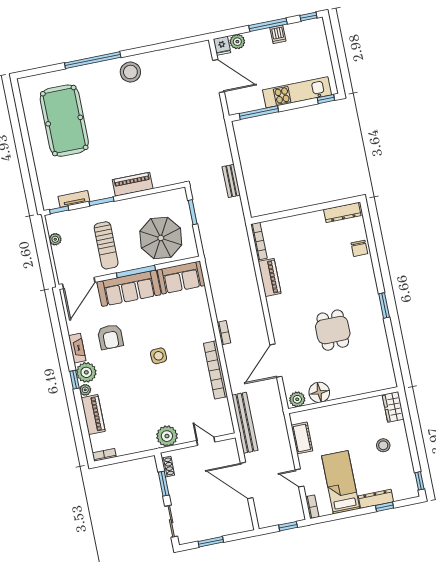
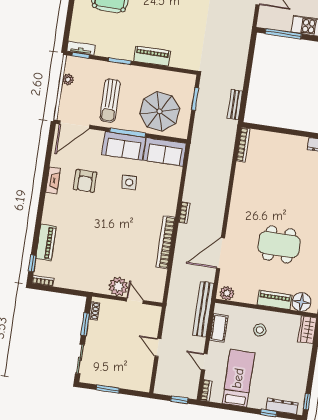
bench: (231, 181) -> (235, 105), moved
tv unit: (74, 199) -> (81, 48), moved
piano: (270, 277) -> (274, 300), moved, turned -90
sofa: (129, 288) -> (124, 146), width x0.73
dining table: (333, 330) -> (279, 244), width x1.38
side table: (158, 356) -> (129, 182), moved
plant: (86, 372) -> (53, 204), removed
window: (74, 380) -> (32, 263), moved
plant: (85, 390) -> (47, 219), removed
floor lamp: (319, 392) -> (301, 302), moved
bench: (245, 423) -> (203, 309), moved
plant: (167, 436) -> (118, 286), moved
stool: (383, 445) -> (260, 330), moved
door: (247, 481) -> (158, 347), width x0.53
dresser: (376, 499) -> (282, 406), moved

